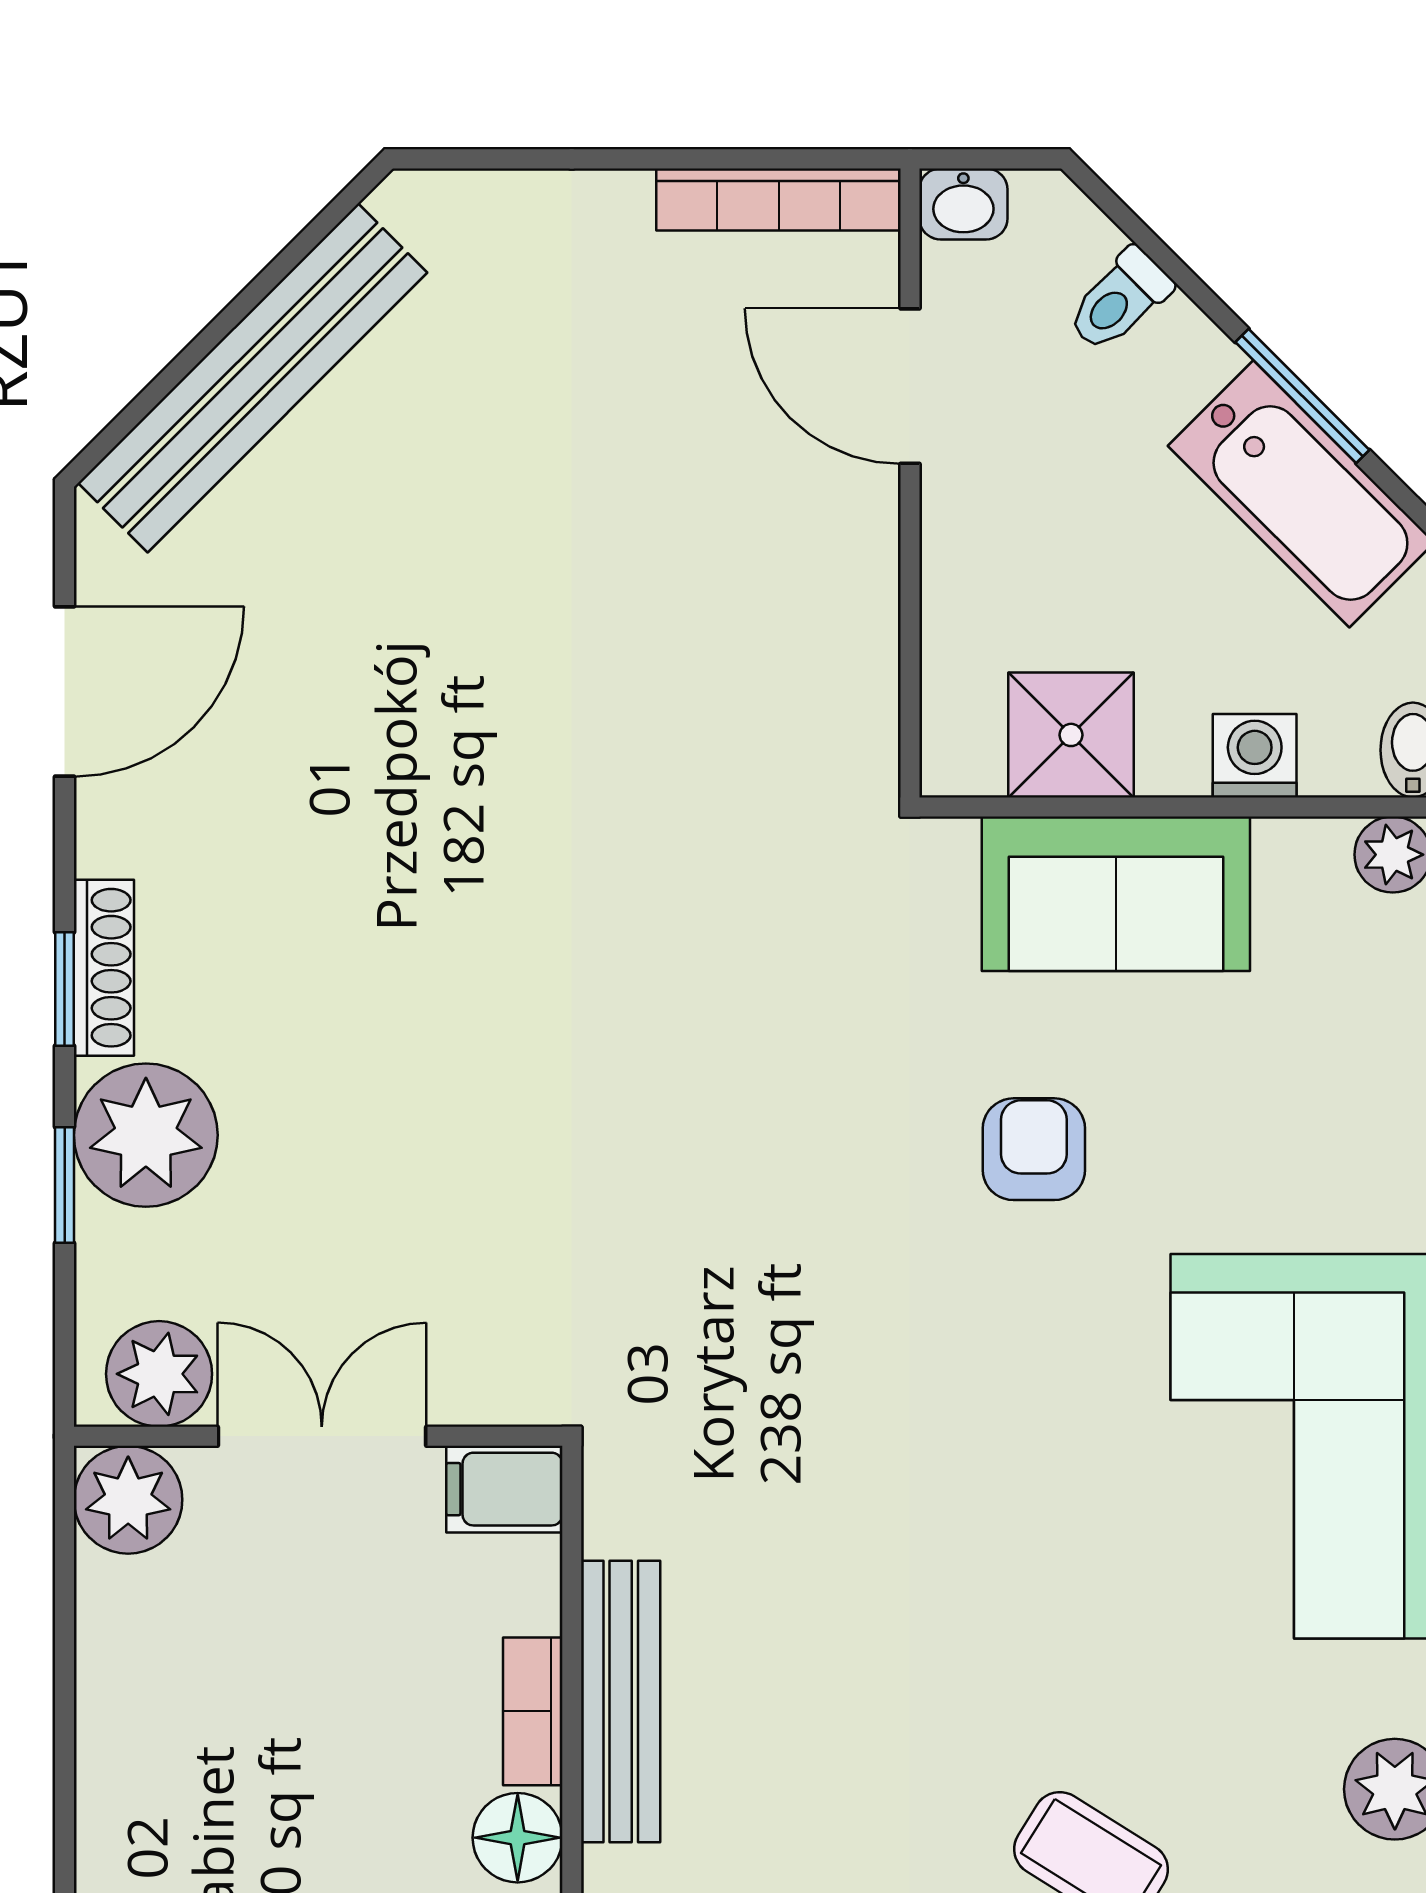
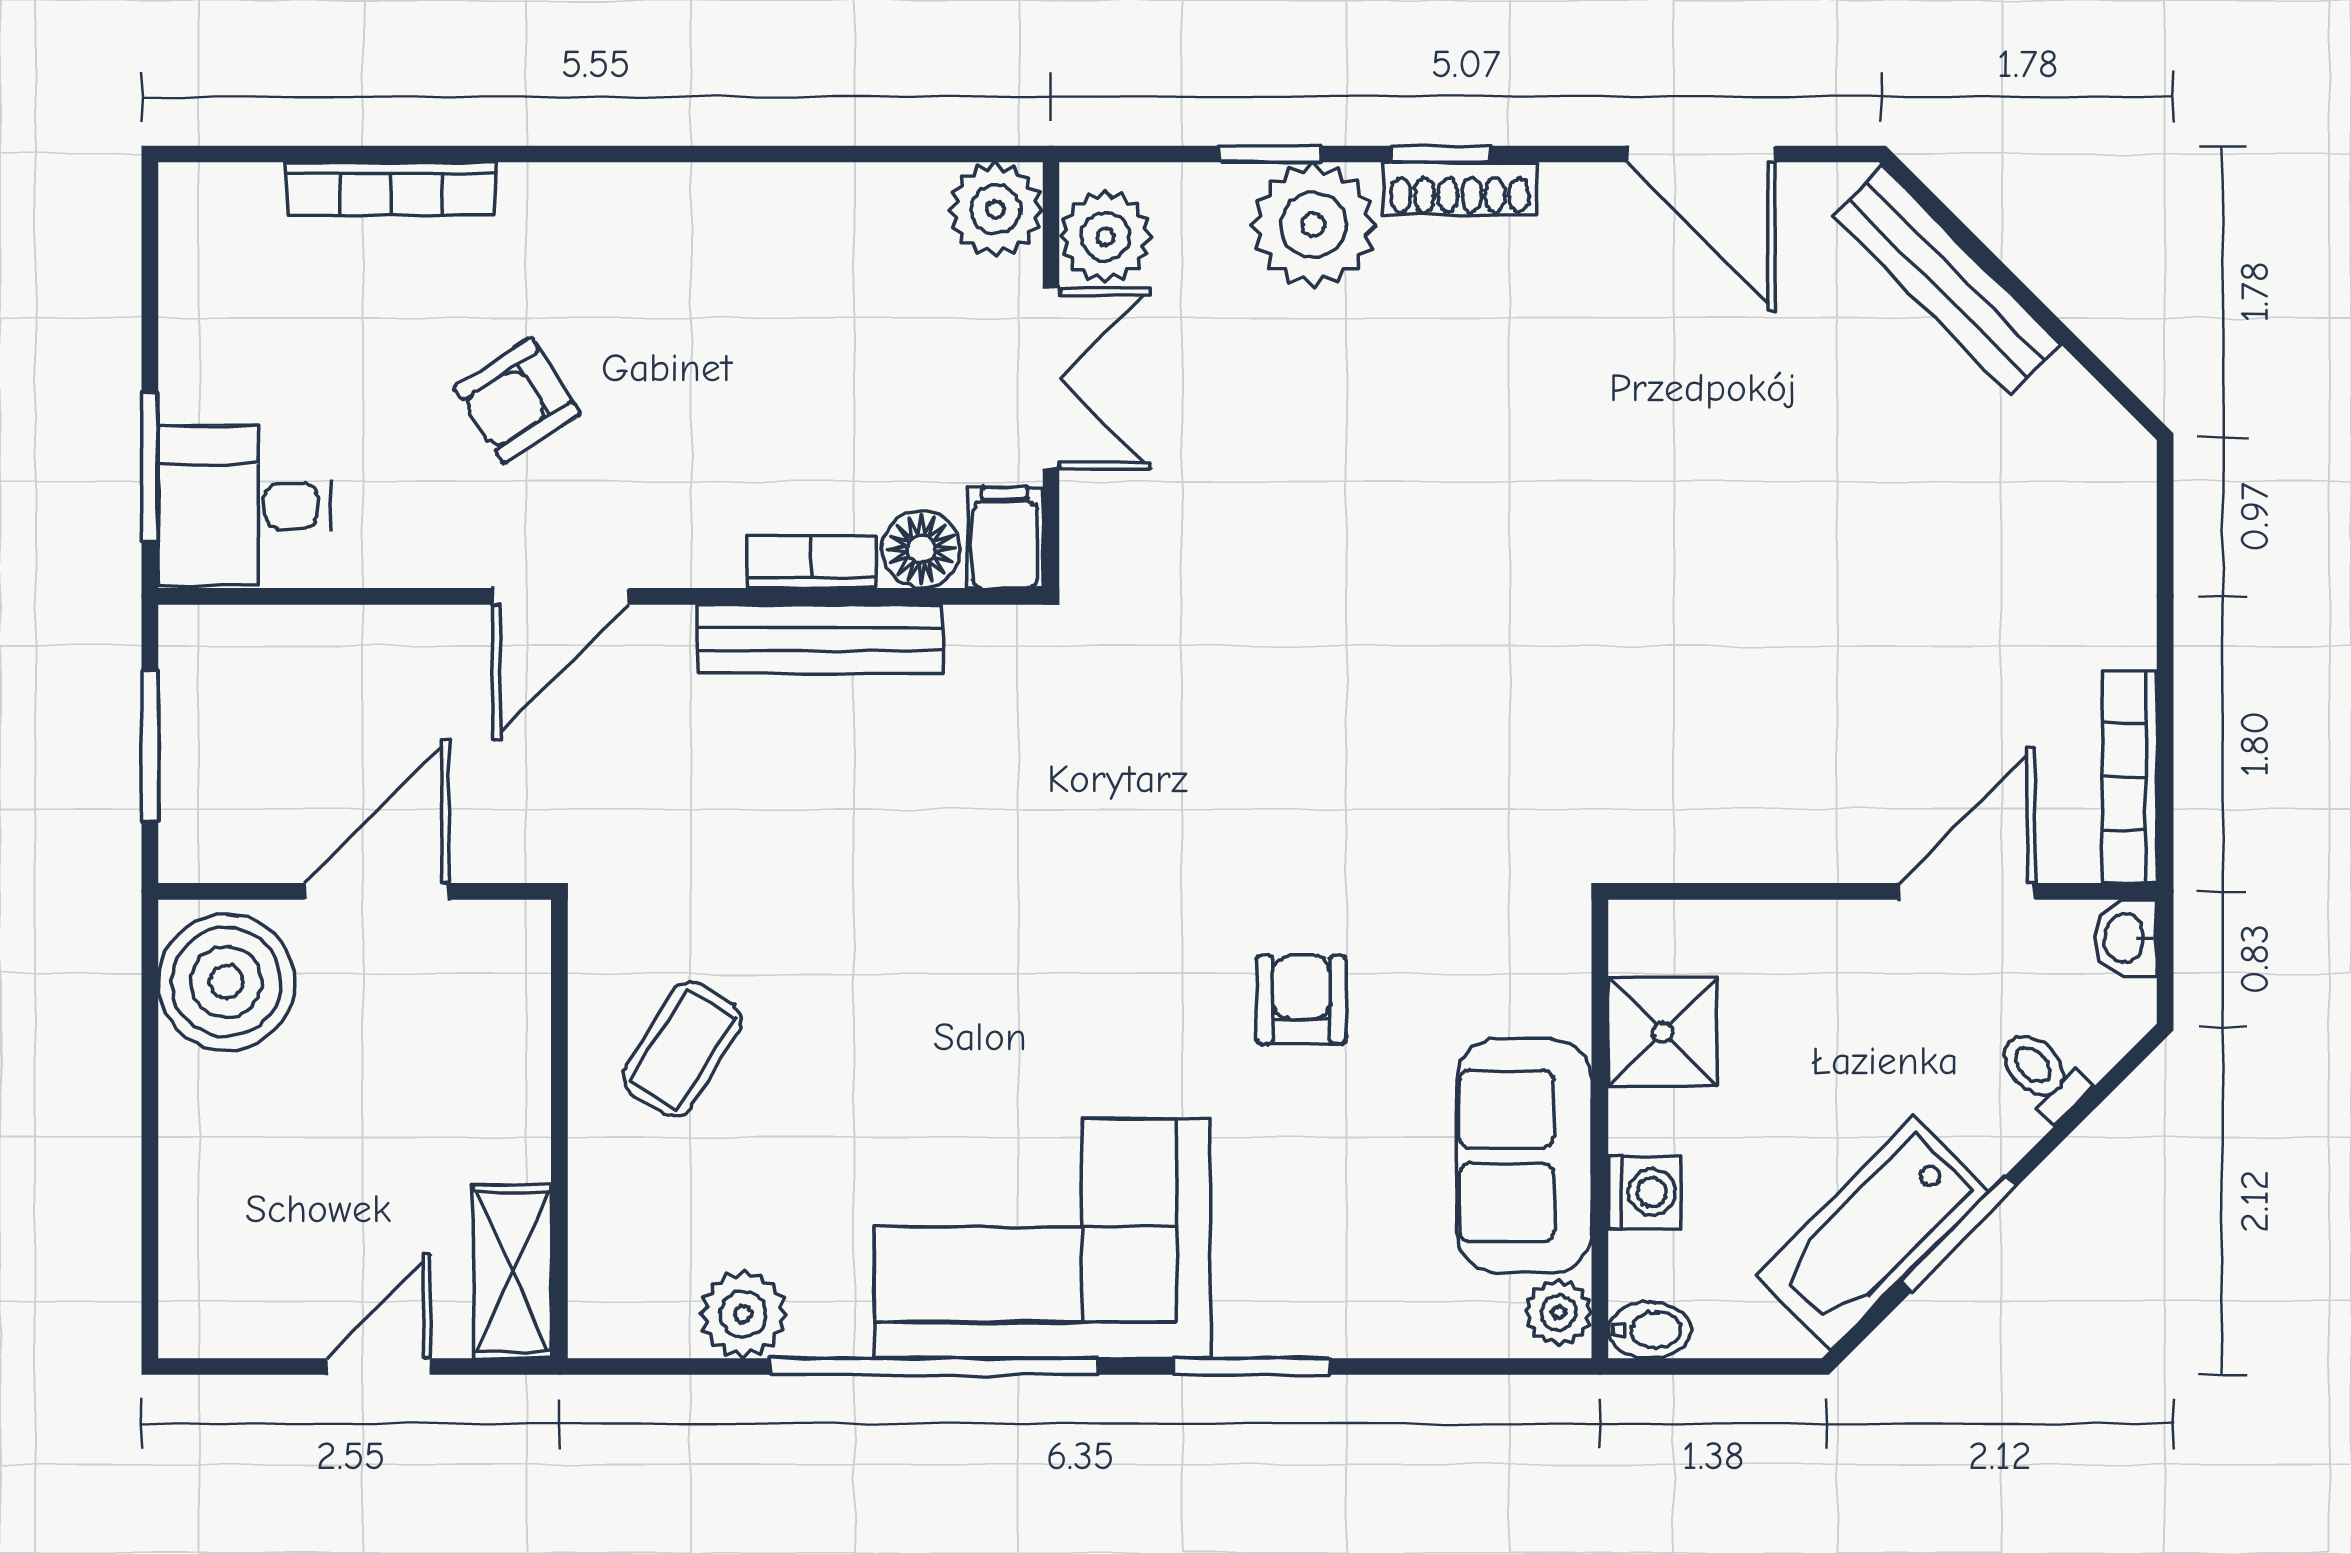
bench: (253, 378) -> (1947, 280), width x0.73, depth x0.82
sofa: (1116, 894) -> (1524, 1156), moved
armchair: (1034, 1149) -> (1301, 1000), turned -90
floor lamp: (518, 1838) -> (921, 549), moved

